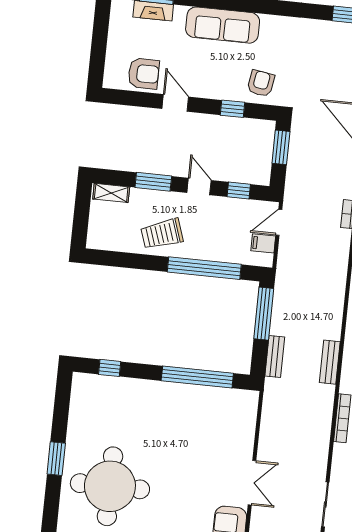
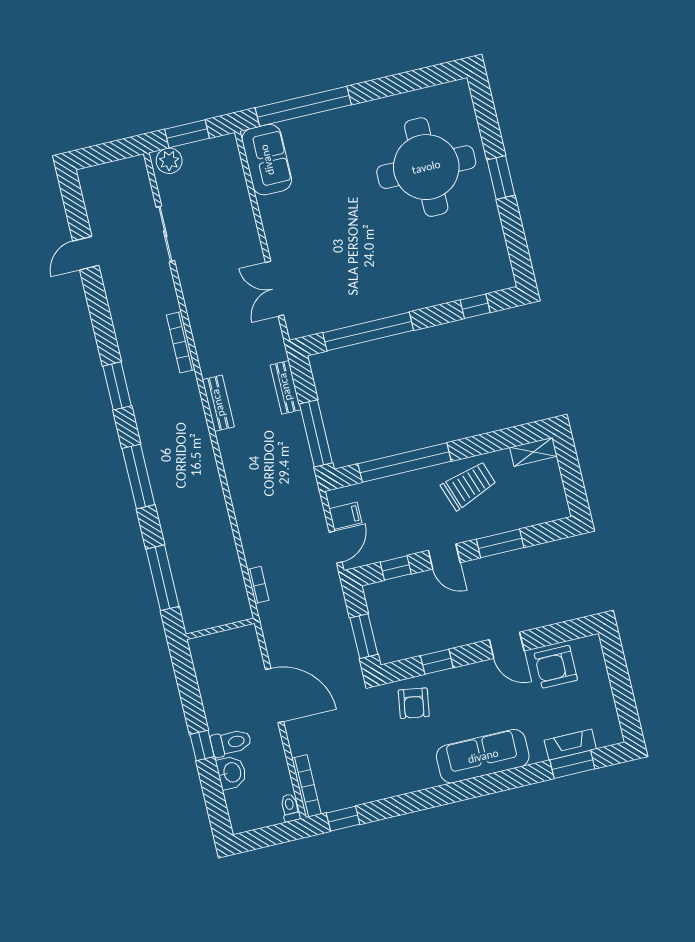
shelving: (111, 193) -> (533, 452), moved
double door: (252, 483) -> (275, 289), moved

